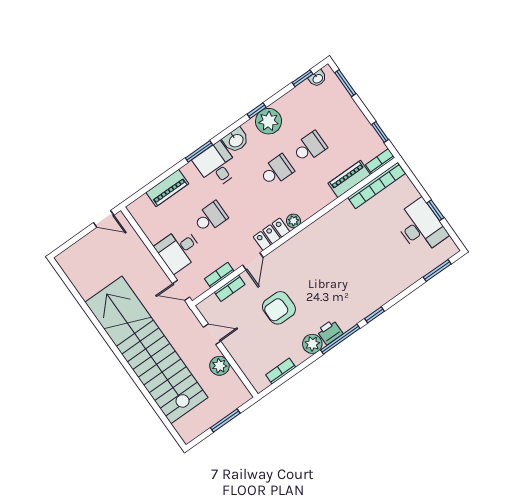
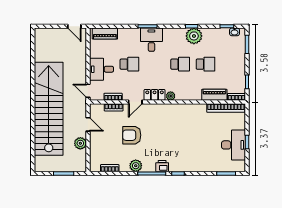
washbasin: (236, 140) -> (170, 34), removed
piano: (167, 188) -> (105, 34), moved
printer: (330, 332) -> (162, 166), moved

